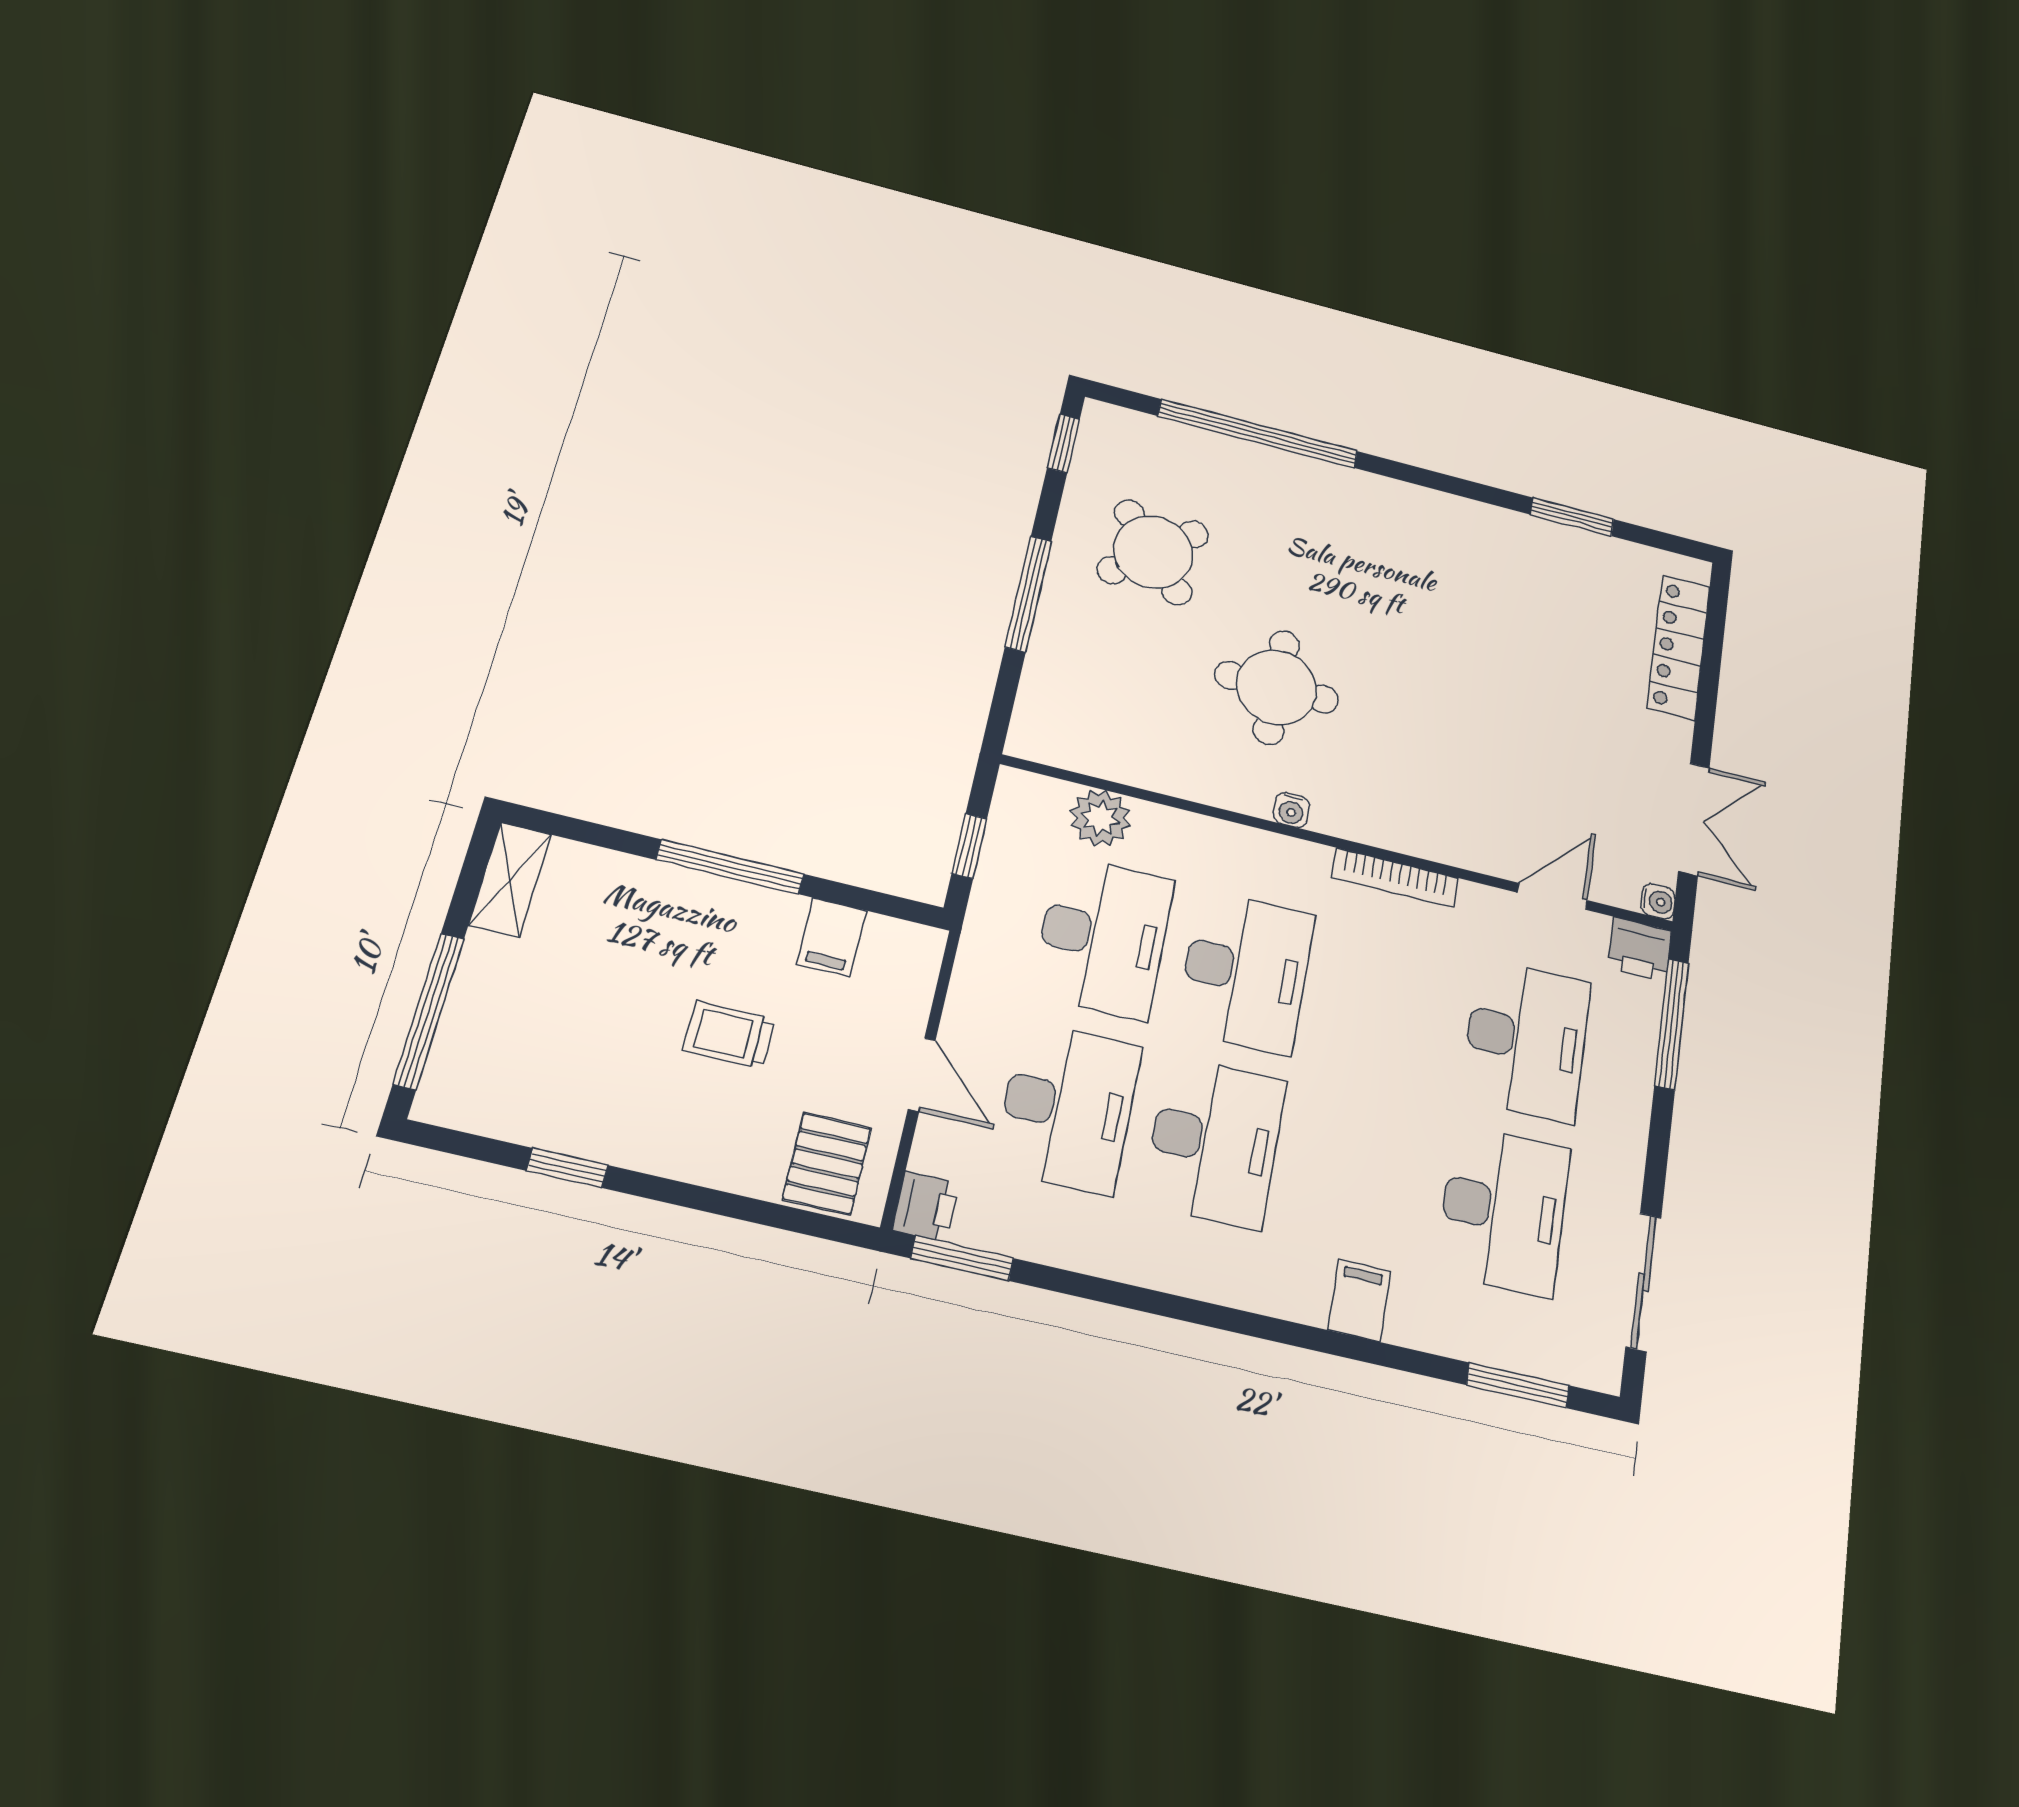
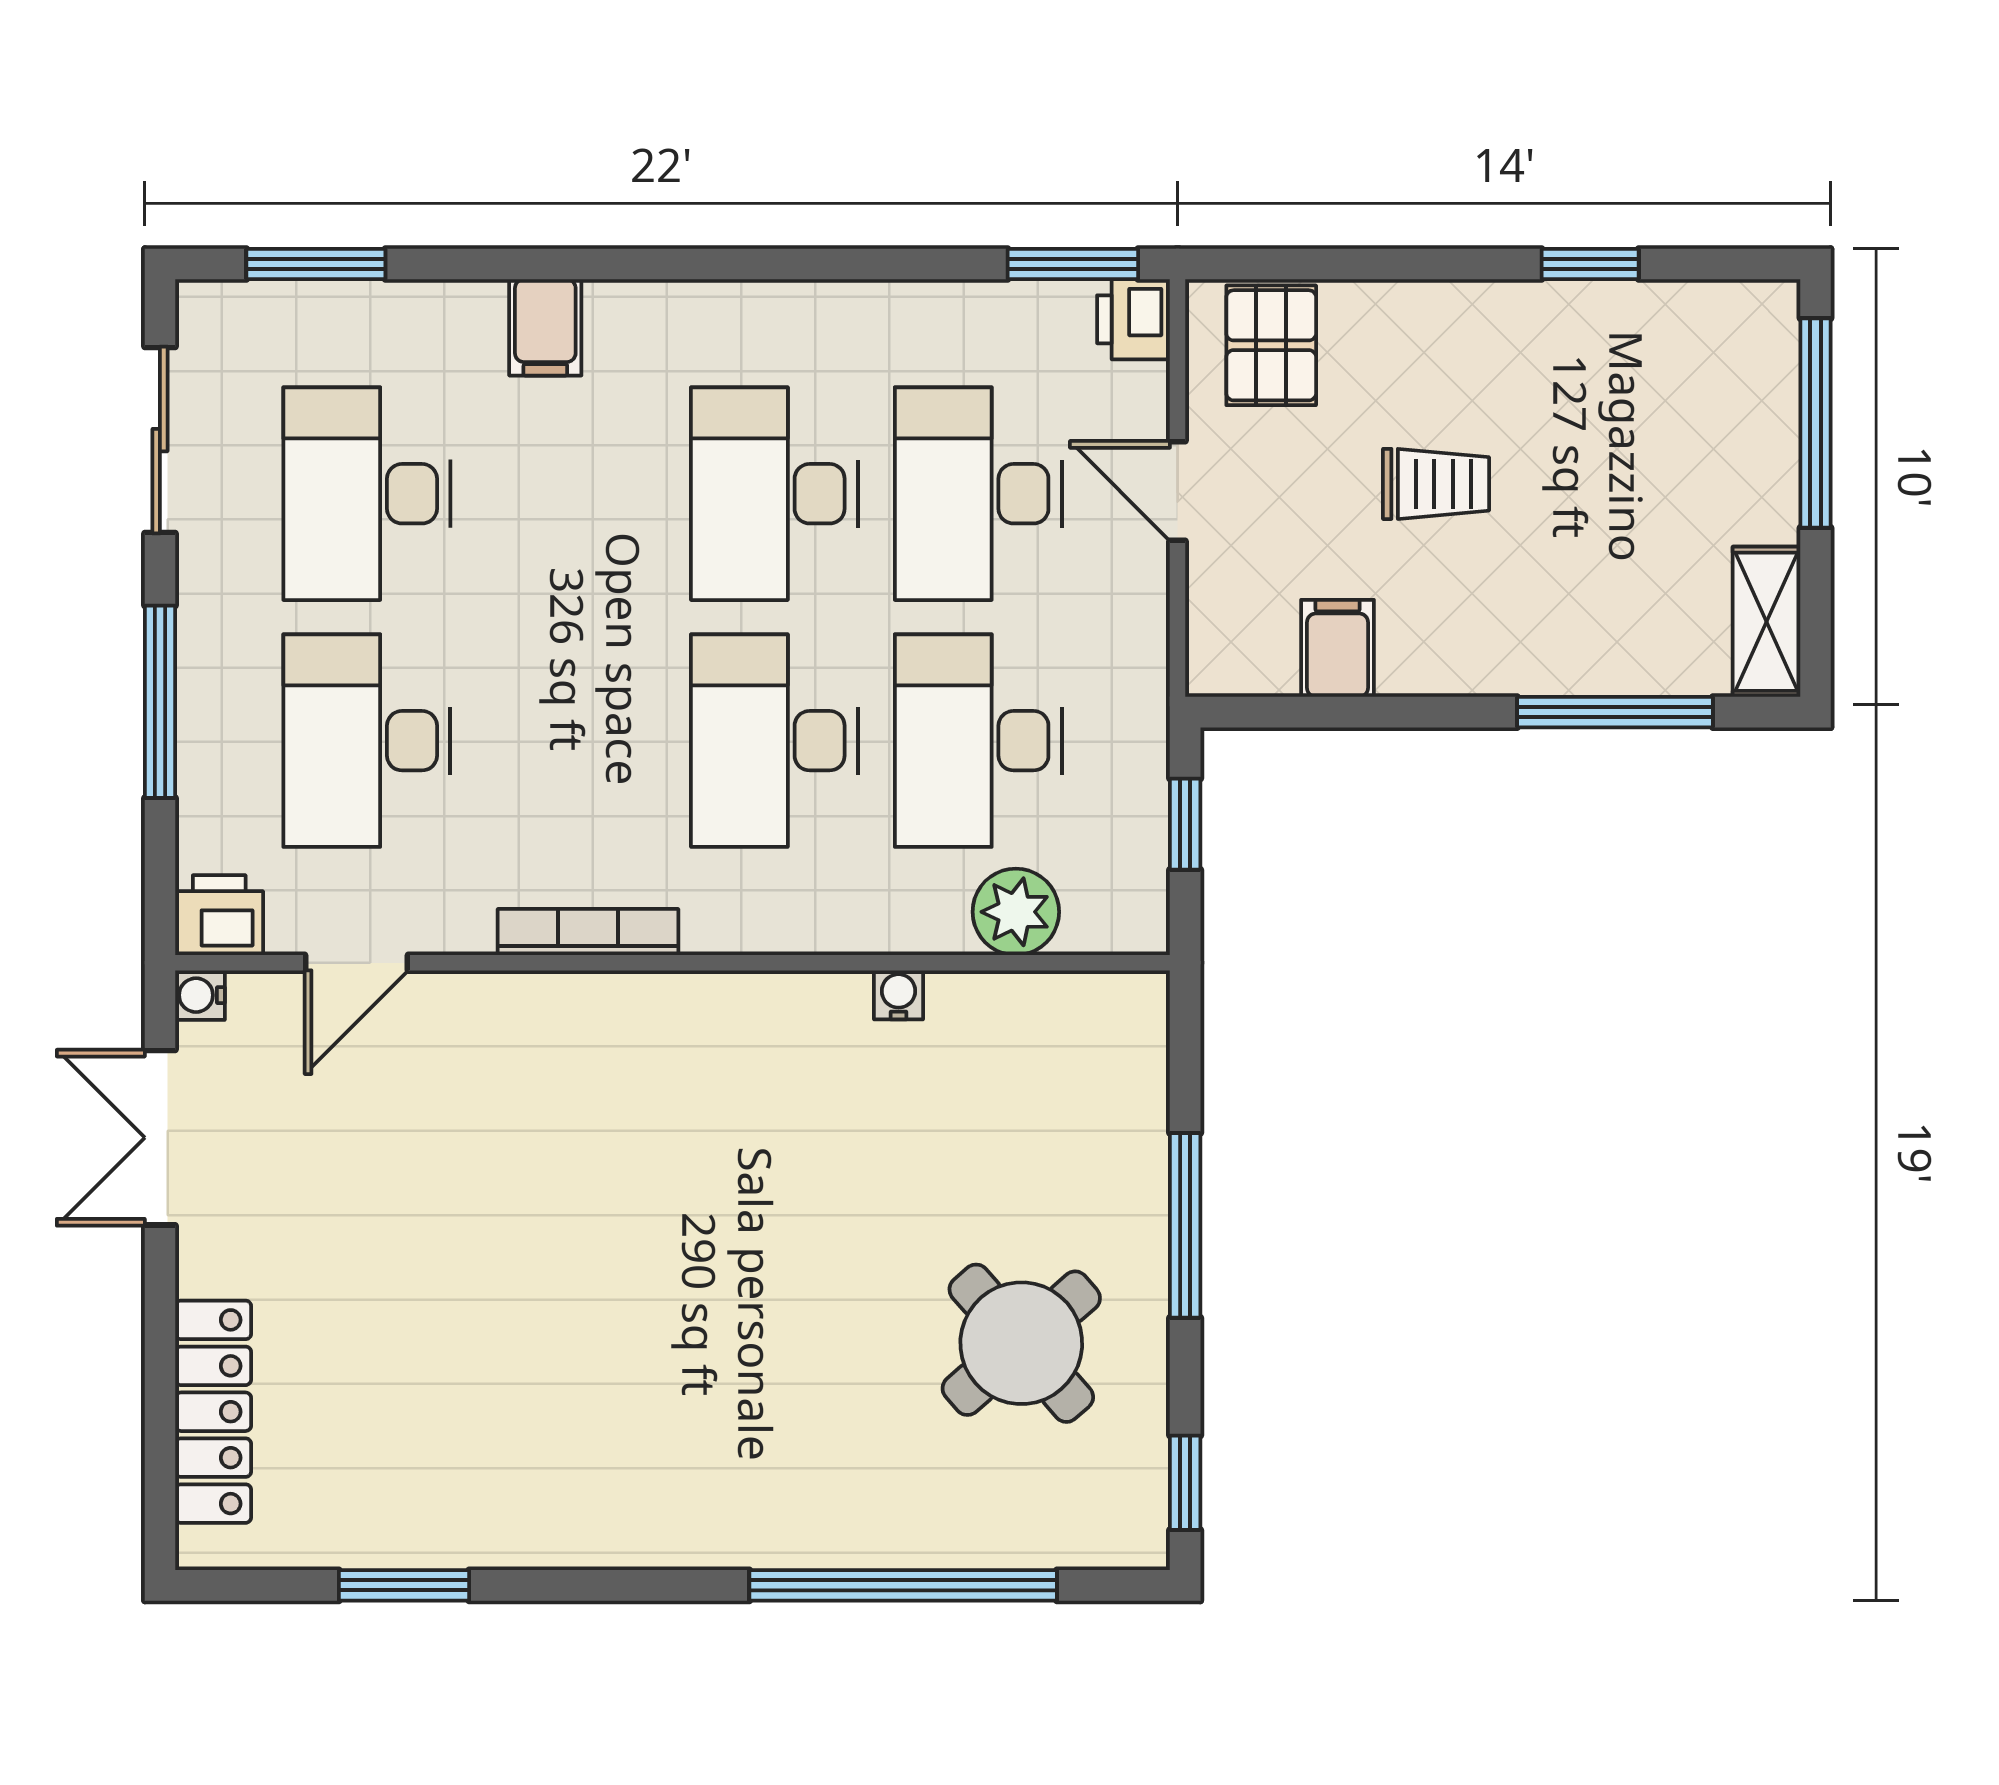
round table: (1277, 687) -> (805, 1178), removed
water cooler: (1291, 810) -> (899, 995), moved
window: (730, 867) -> (1615, 712), moved
window: (1672, 1024) -> (160, 702), moved

